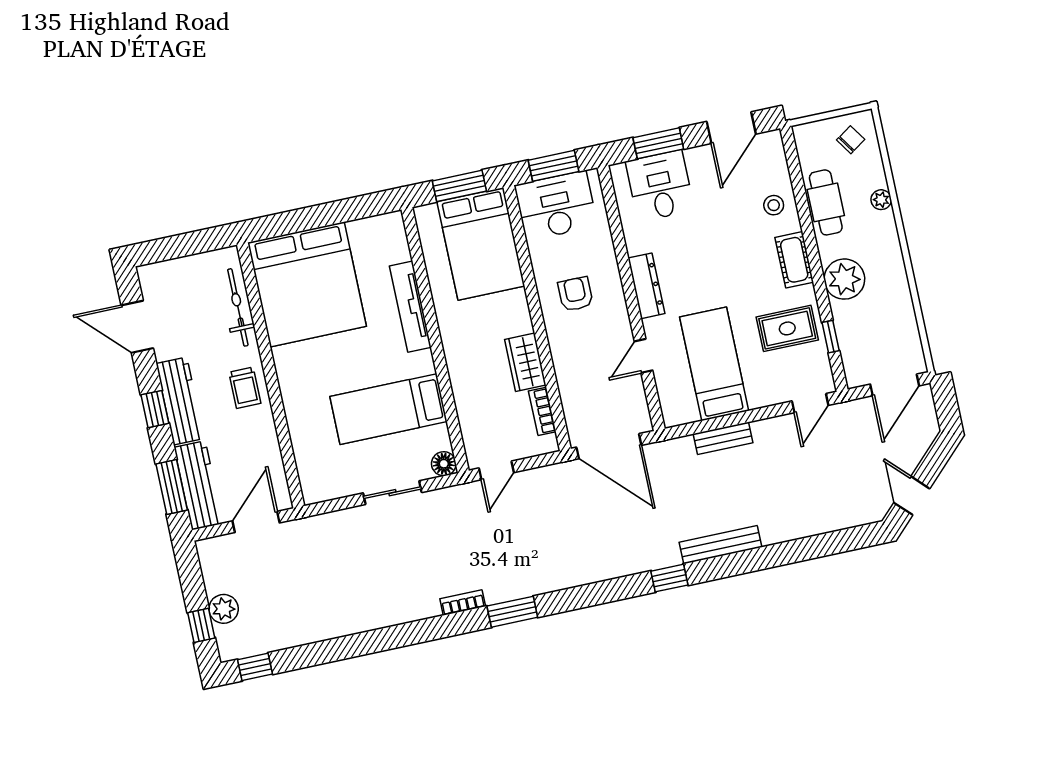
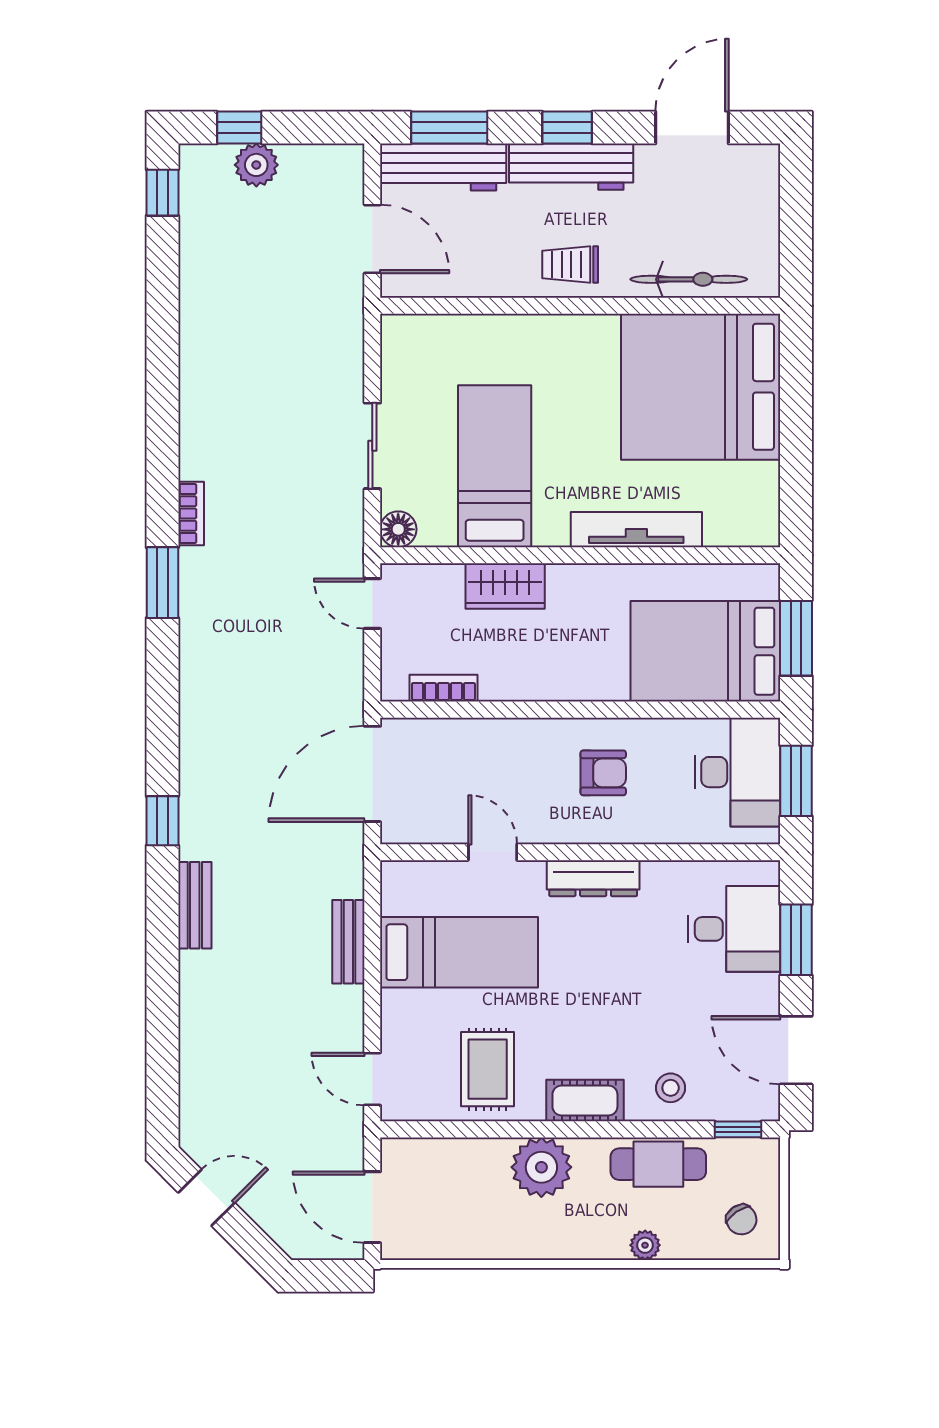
window: (831, 337) -> (738, 1129), moved
wardrobe: (525, 362) -> (505, 586), moved, turned 180
bench: (721, 545) -> (195, 905), width x0.73

